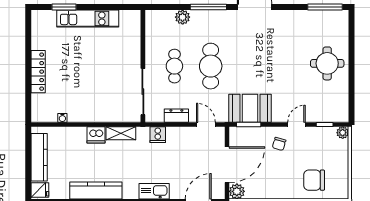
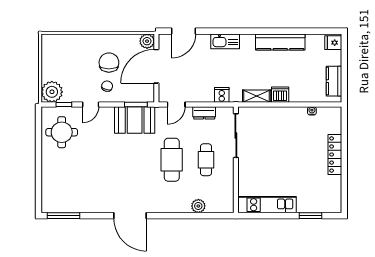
window: (208, 7) -> (174, 216), removed
kitchen unit: (88, 19) -> (267, 205), moved
round table: (327, 63) -> (62, 132), moved
door: (206, 124) -> (176, 105), hinge flipped
plant: (343, 133) -> (52, 92), width x1.88, depth x1.88
kitchen counter: (39, 157) -> (334, 81), width x0.67
chair: (314, 180) -> (109, 63), moved, turned -90

